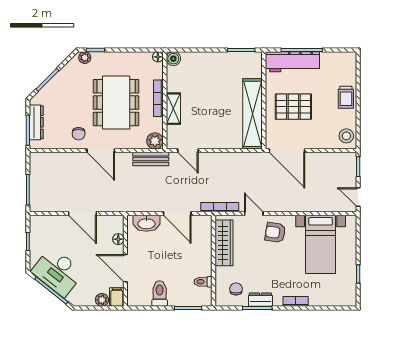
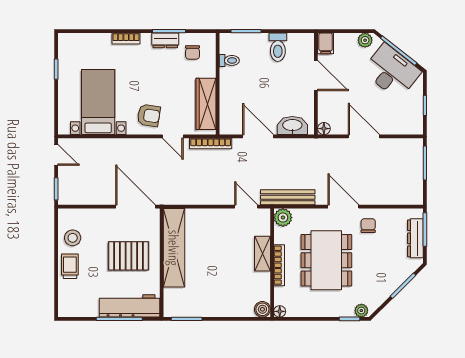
stool: (346, 136) -> (73, 238), moved
bench: (151, 159) -> (288, 197), width x1.36
floor lamp: (118, 239) -> (324, 129), moved
plant: (102, 300) -> (365, 40), moved

